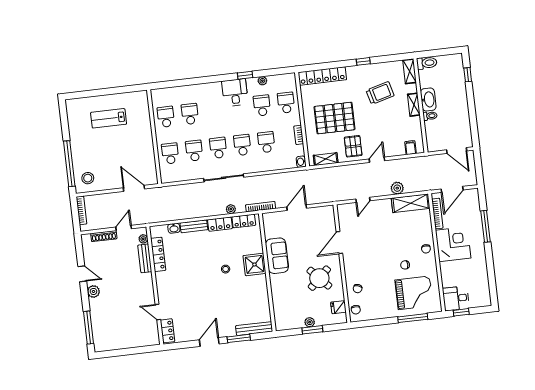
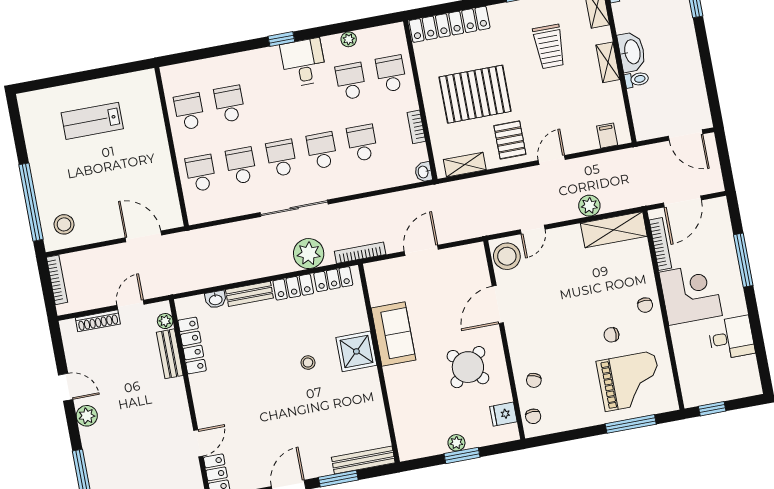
window: (245, 75) -> (281, 39), moved
trolley: (380, 93) -> (549, 47), turned 105
plant: (231, 209) -> (309, 254), width x1.88, depth x1.88
stool: (347, 215) -> (507, 256), added
desk: (456, 298) -> (731, 338), moved, turned 180
door: (158, 312) -> (198, 443), swing flipped

